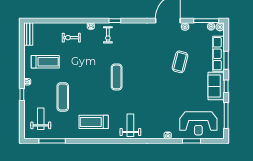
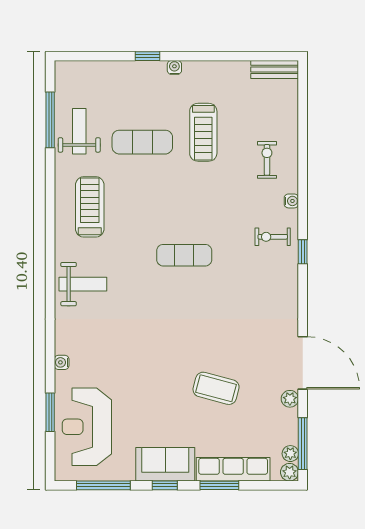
treadmill: (45, 62) -> (203, 132), moved
weight bench: (41, 119) -> (79, 131), moved, turned -90

